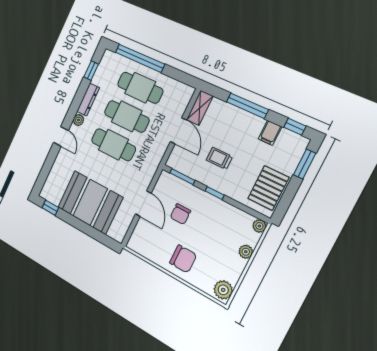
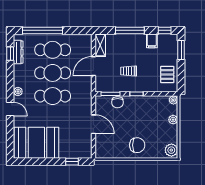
dresser: (88, 100) -> (18, 52), moved
door: (178, 131) -> (93, 66), swing flipped
pallet: (268, 188) -> (167, 74), width x0.67, depth x0.71
booth: (90, 202) -> (36, 143), moved
window: (50, 208) -> (72, 162), moved
chair: (180, 214) -> (118, 102), moved

